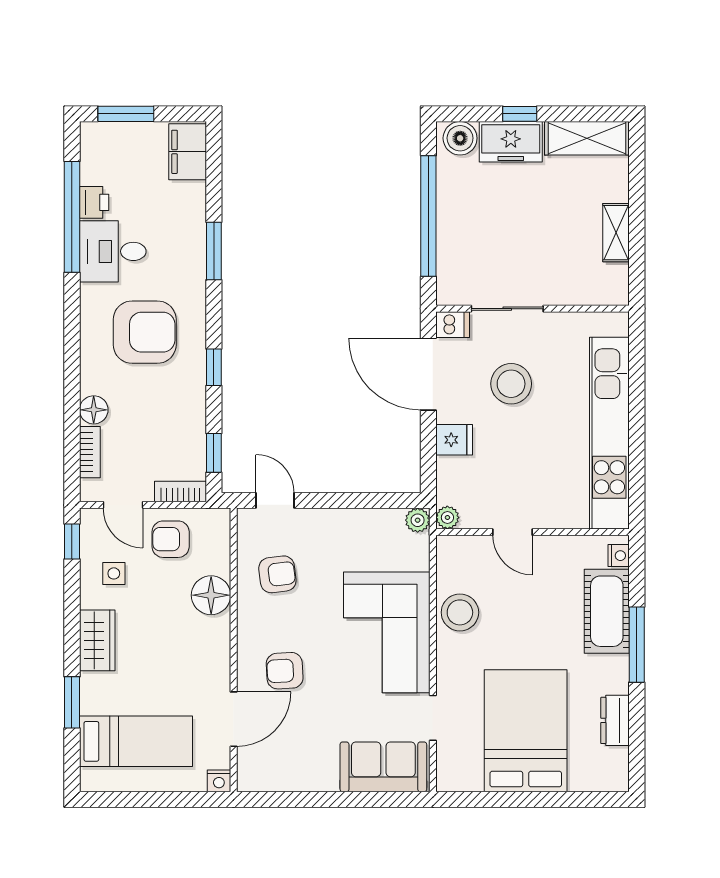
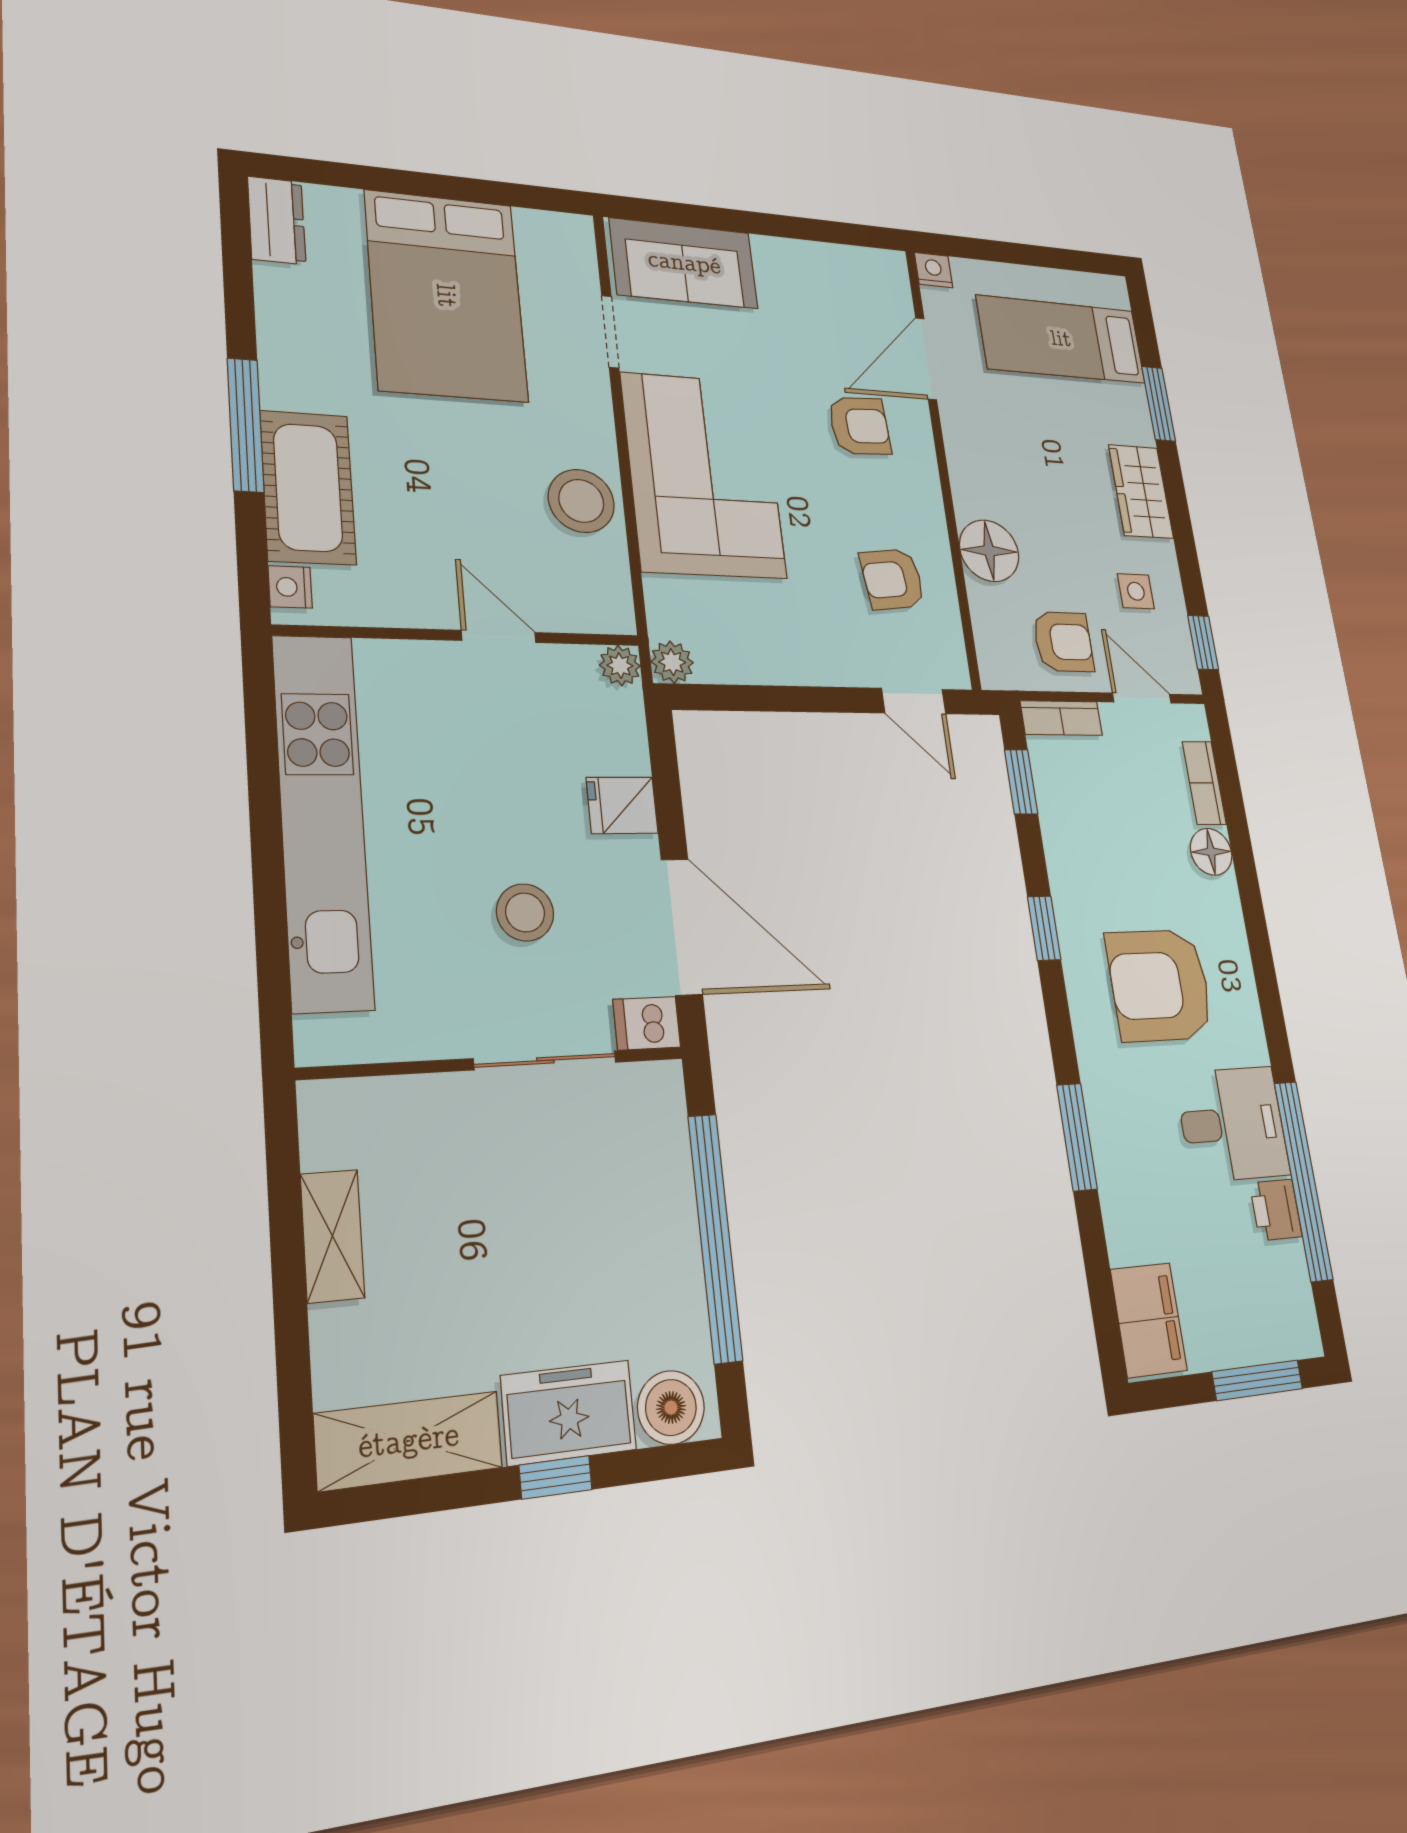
stool: (511, 384) -> (525, 912), width x0.73, depth x0.73
dresser: (615, 720) -> (277, 220), moved

